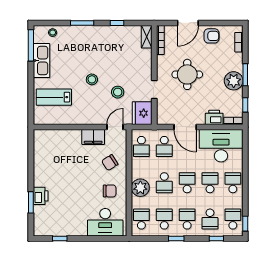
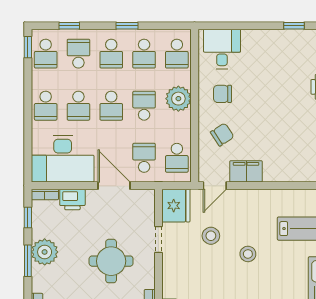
school desk: (141, 146) -> (177, 158), turned 180
desk: (105, 222) -> (222, 49), width x0.73

